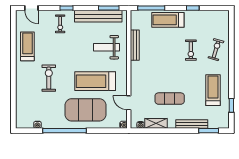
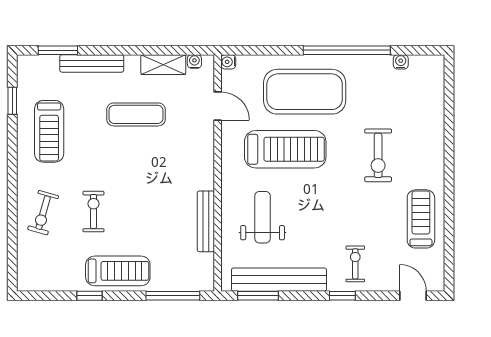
treadmill: (168, 20) -> (118, 271), moved
treadmill: (27, 46) -> (421, 219), turned 180
weight bench: (106, 47) -> (263, 217), turned -90

